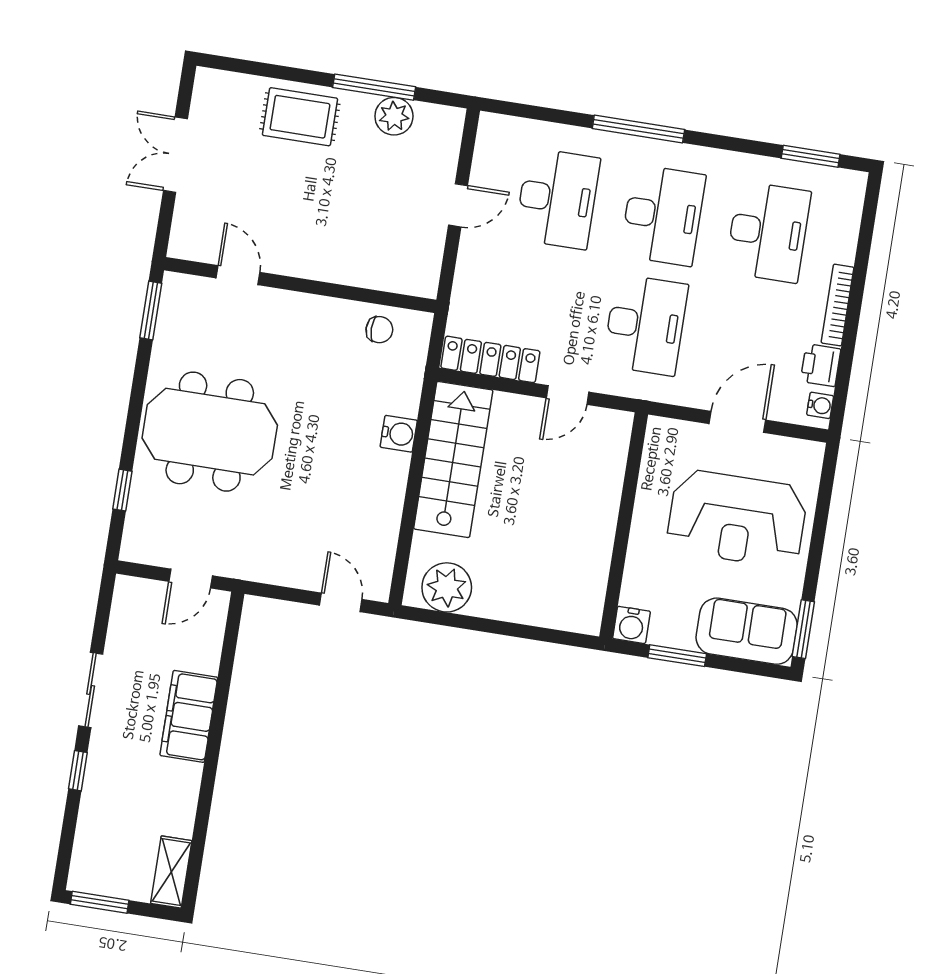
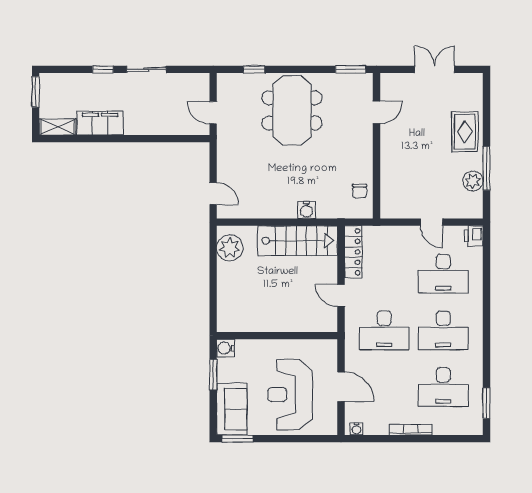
window: (638, 129) -> (487, 310), removed
printer: (821, 365) -> (474, 236), moved, turned -90
door: (341, 602) -> (213, 193), hinge flipped
filing cabinet: (189, 716) -> (100, 123), moved

